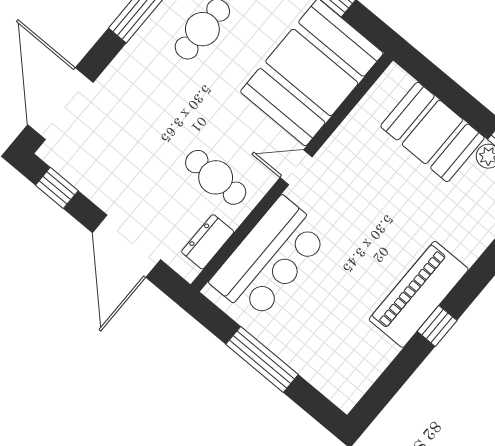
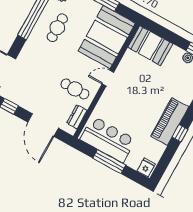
booth: (432, 132) -> (150, 46), moved
bar counter: (269, 259) -> (108, 139), moved, turned -90
fridge: (344, 389) -> (146, 168), added

